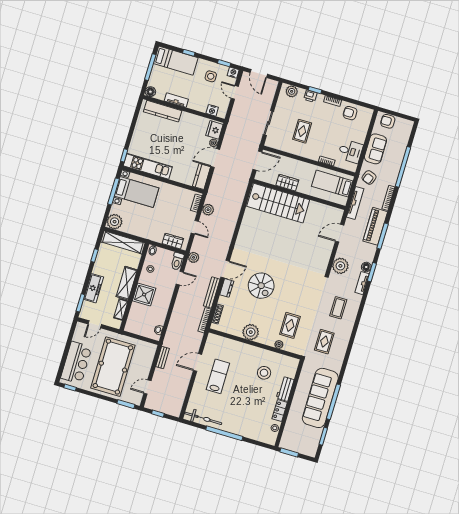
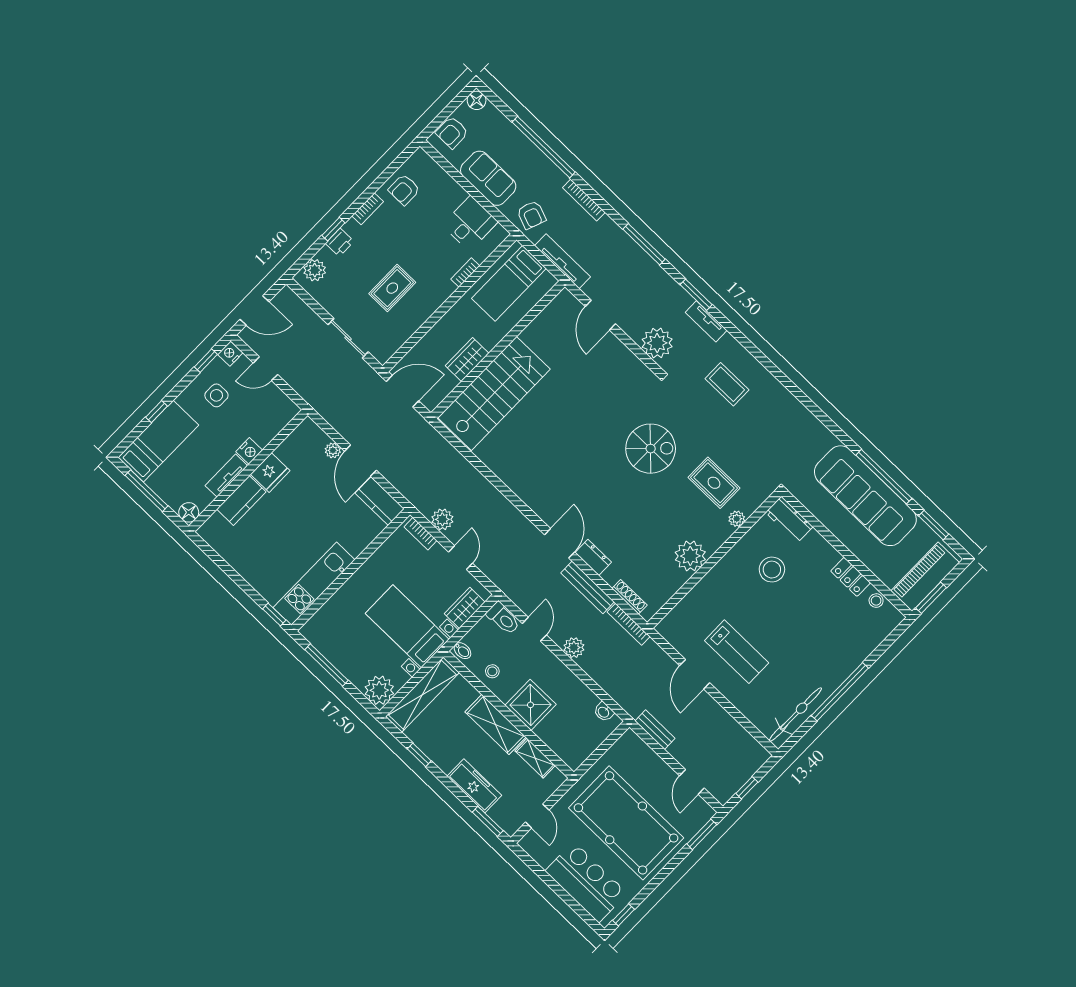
nightstand: (212, 110) -> (249, 451), moved
kitchen counter: (163, 111) -> (241, 500), width x0.67
fridge: (214, 130) -> (270, 473), moved, turned -90
rug: (302, 131) -> (392, 288), turned 90
door: (257, 161) -> (403, 391), hinge flipped
bed with nightstands: (137, 192) -> (407, 626), moved, turned -90
piano: (375, 226) -> (925, 577), moved, turned 90
door: (195, 227) -> (461, 558), hinge flipped
plant: (194, 257) -> (574, 648), moved
floor lamp: (366, 267) -> (477, 100), moved
spiral stairs: (261, 286) -> (651, 449), moved
rug: (324, 342) -> (772, 438), removed
lab bench: (218, 376) -> (737, 652), turned 180
workbench: (285, 389) -> (789, 520), moved

